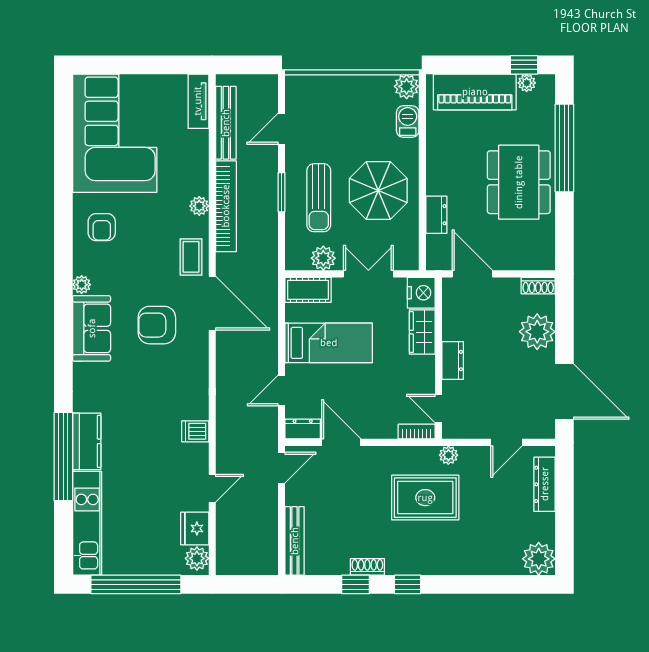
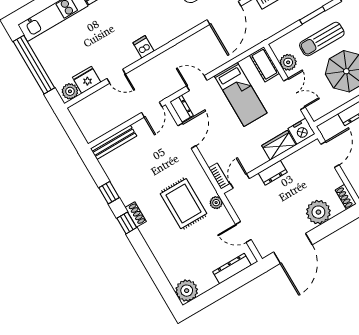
door: (281, 468) -> (152, 110), hinge flipped
shoe rack: (367, 567) -> (136, 214), moved

